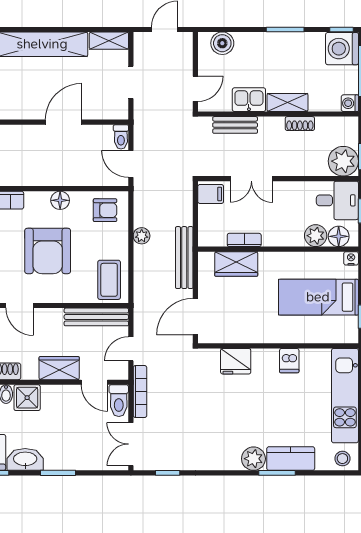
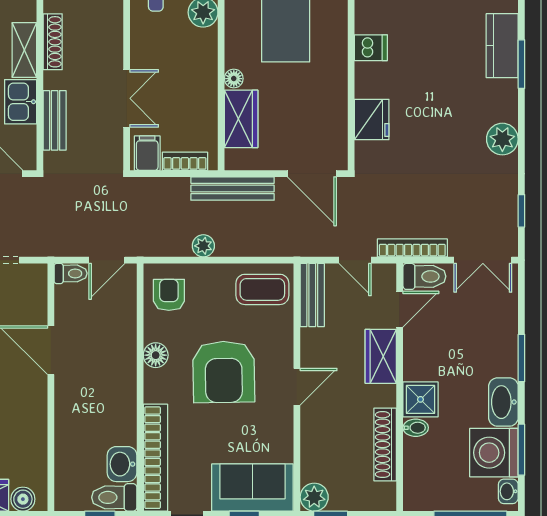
shoe rack: (300, 124) -> (53, 42), width x1.43
bookcase: (244, 240) -> (185, 161), moved, turned 90
armchair: (48, 251) -> (224, 372), turned 89
floor lamp: (266, 259) -> (234, 79), added
door: (20, 306) -> (297, 387), moved
bench: (96, 317) -> (312, 295), width x0.73
plant: (253, 459) -> (502, 139), moved

